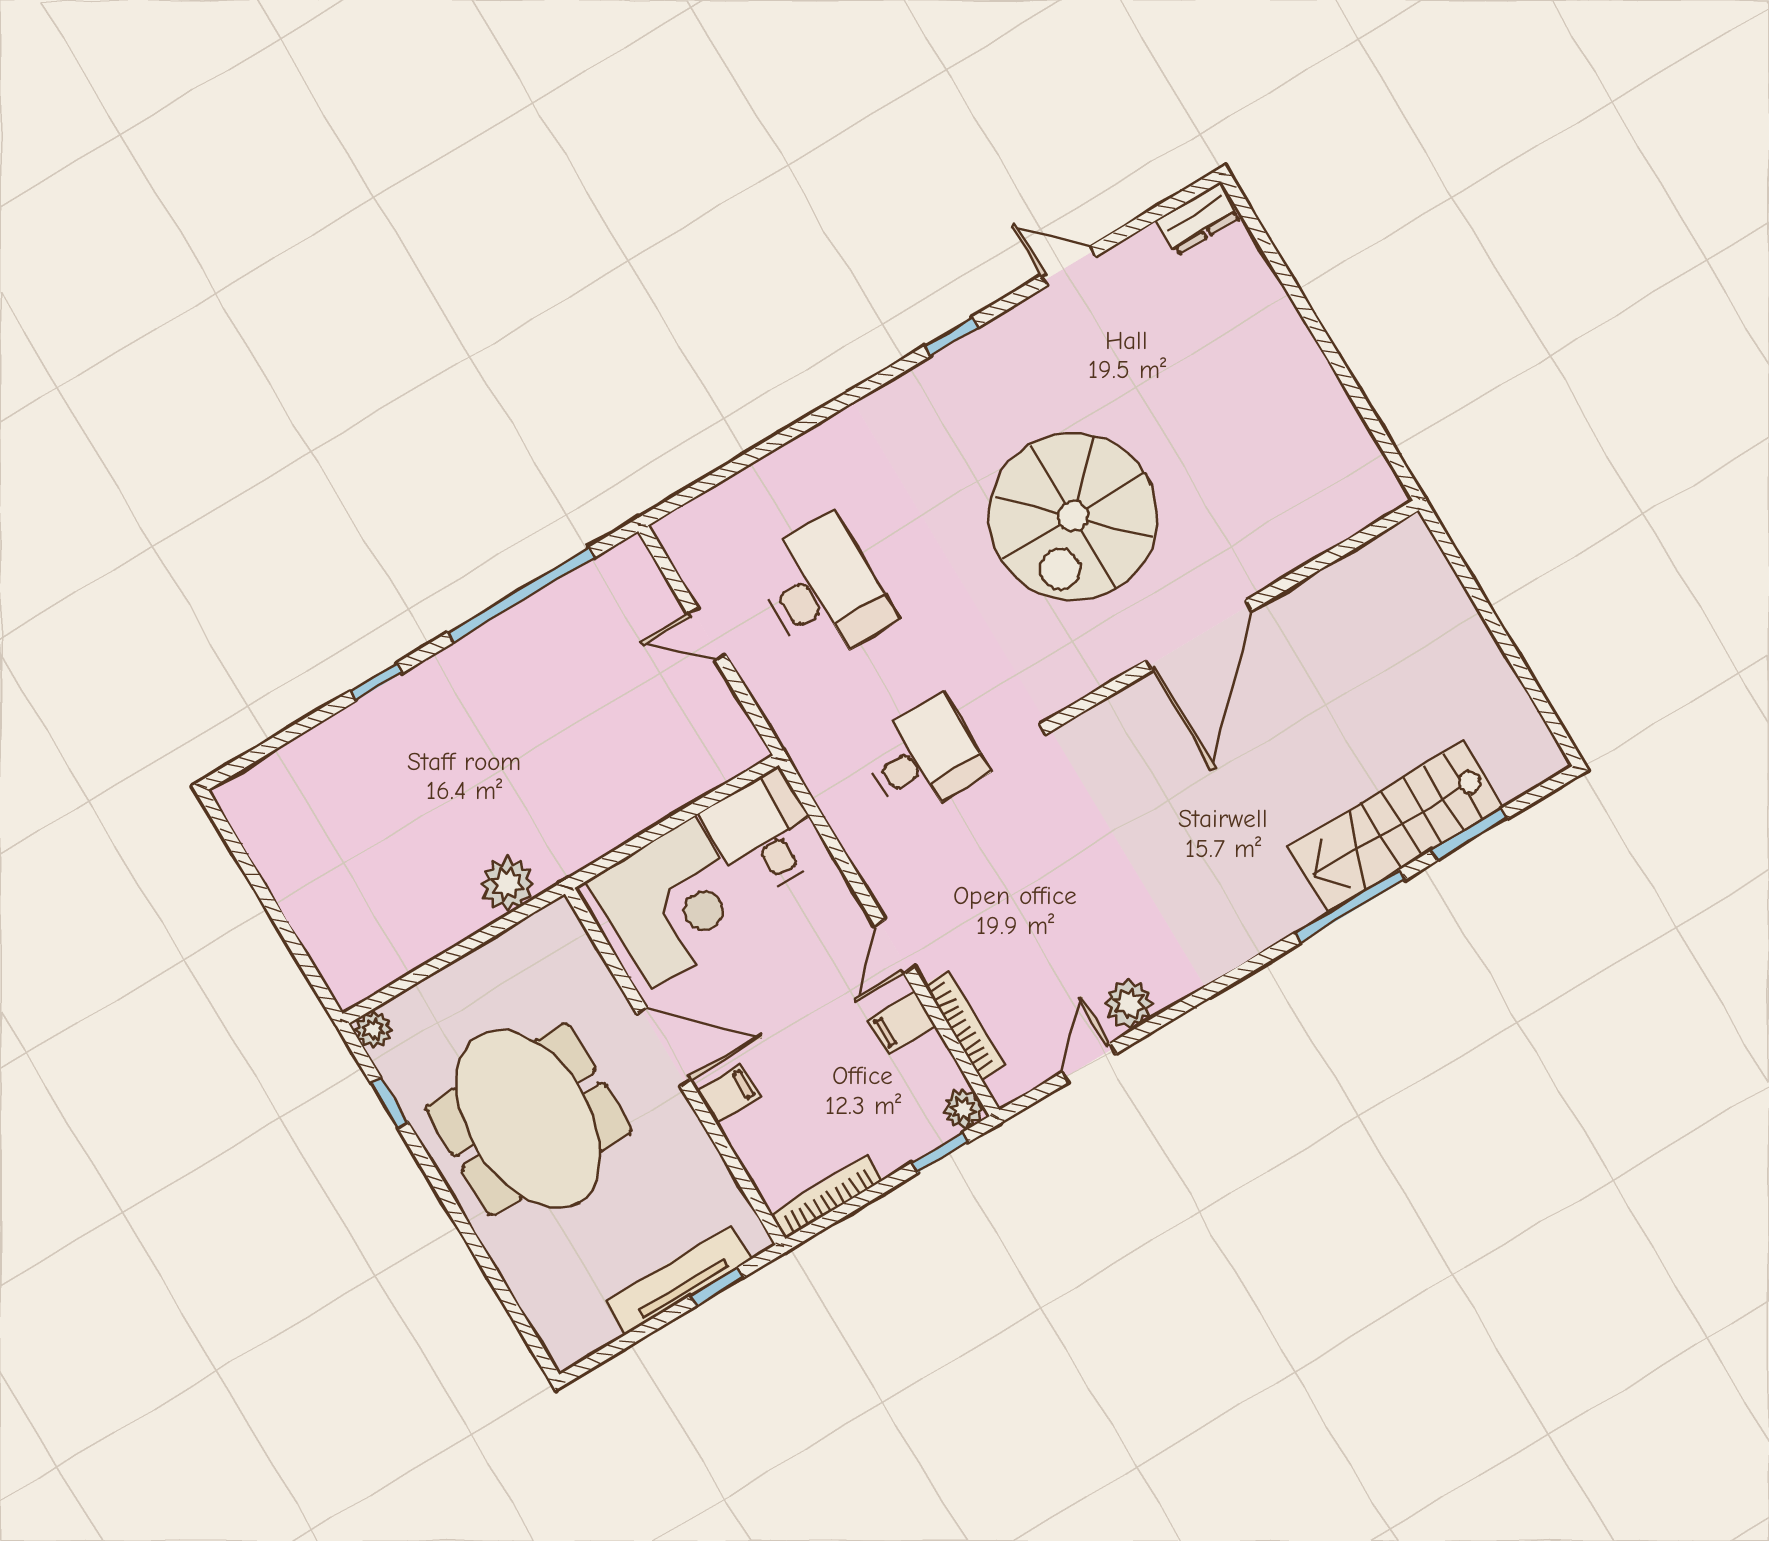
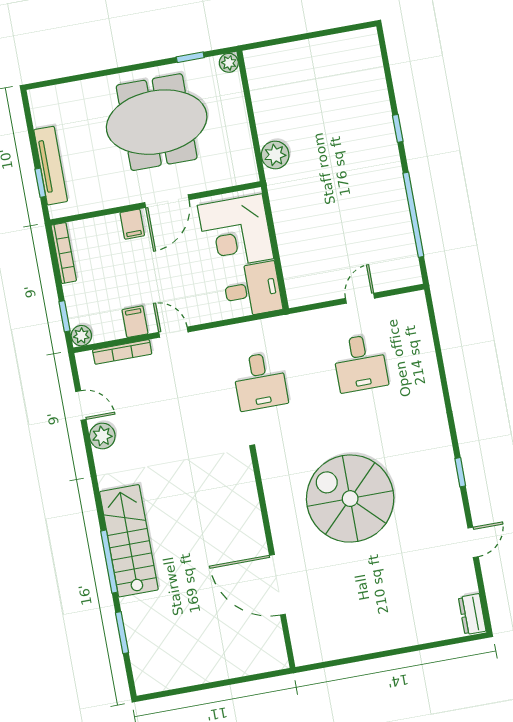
desk: (823, 590) -> (360, 363), width x0.73
door: (1199, 635) -> (277, 585), moved
stairs: (1396, 827) -> (129, 541), moved

